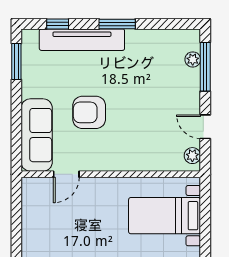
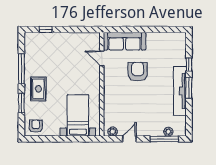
window: (58, 24) -> (189, 64), moved
tv unit: (82, 40) -> (180, 91), moved
window: (16, 62) -> (167, 30), removed

